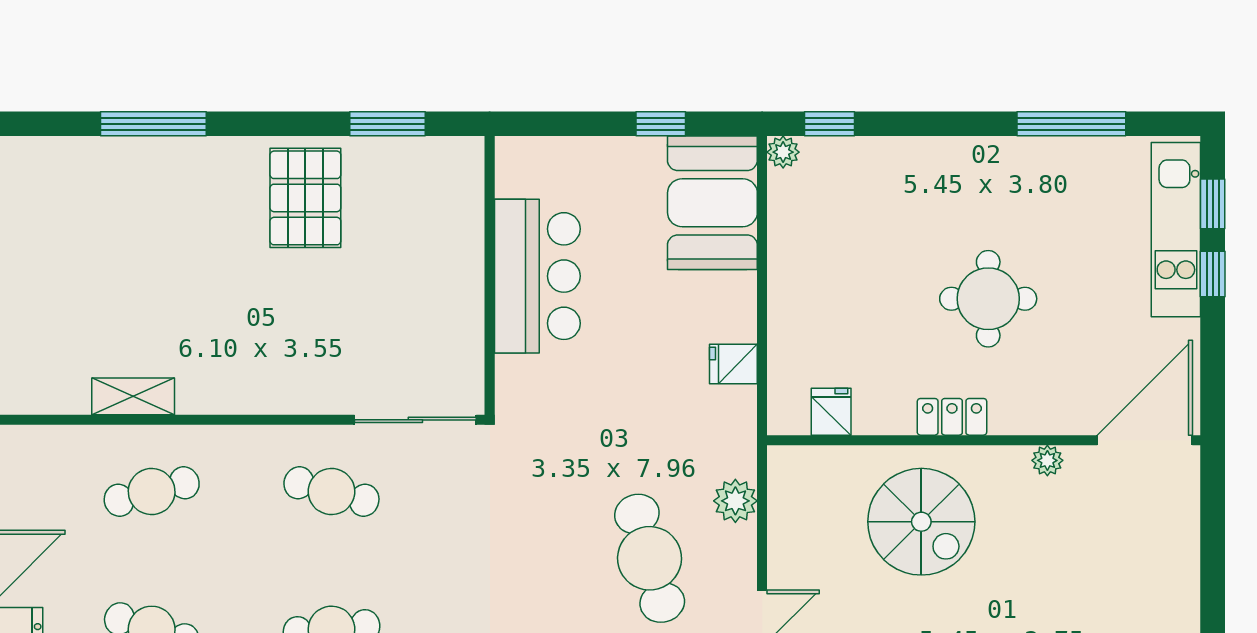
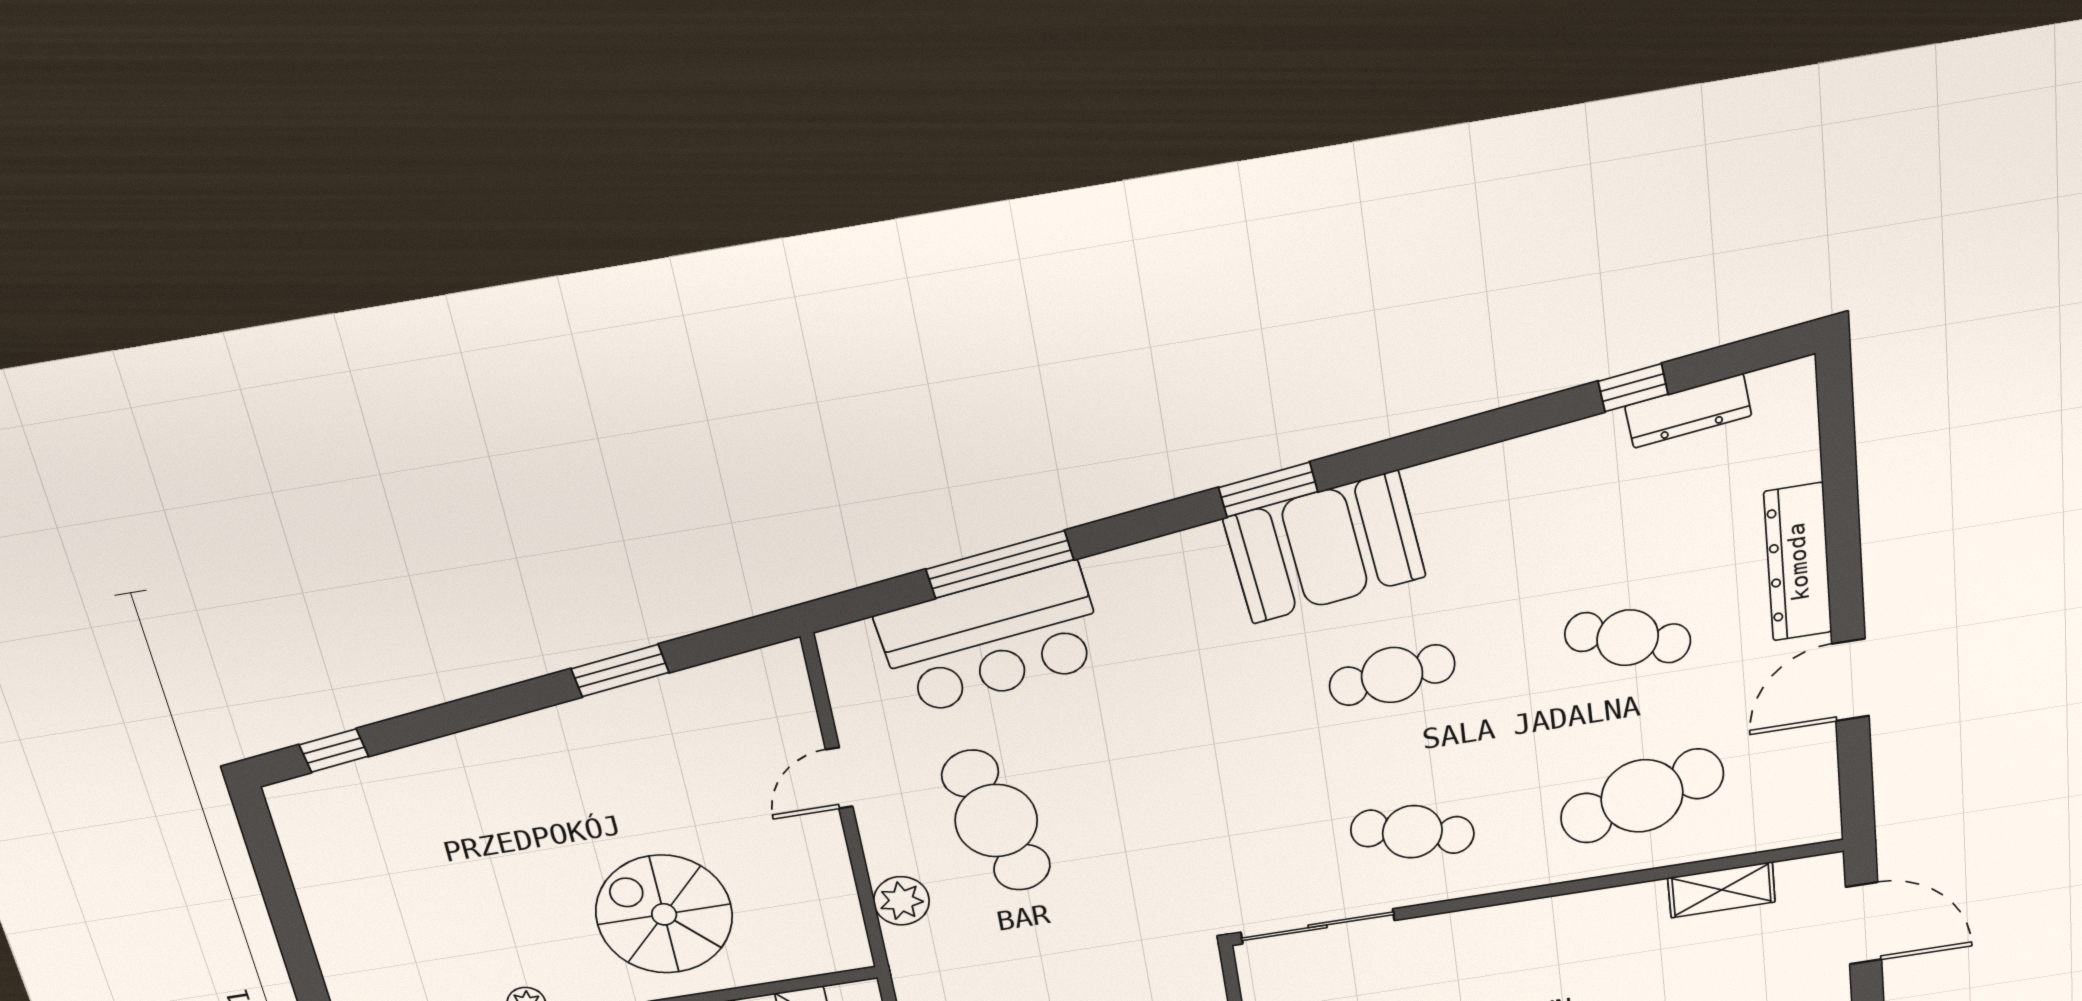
shelving: (133, 396) -> (1721, 890), moved
cafe table: (152, 492) -> (1642, 796), width x1.37, depth x1.35

